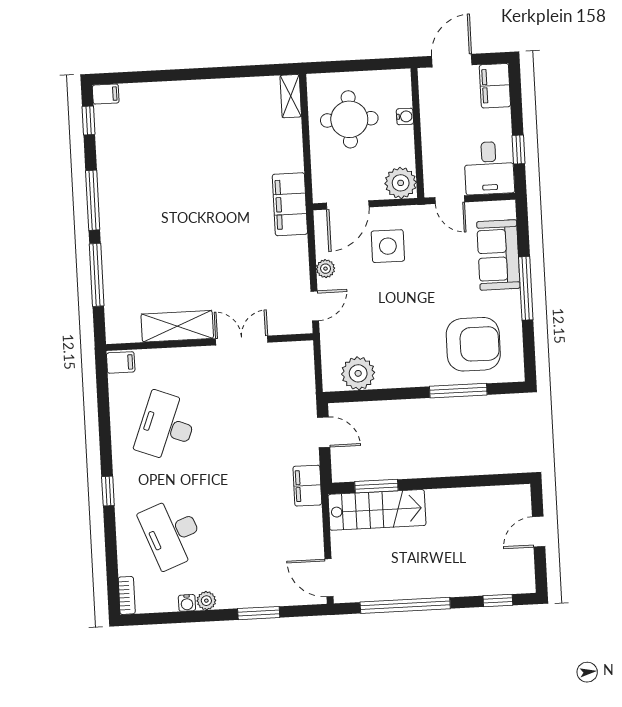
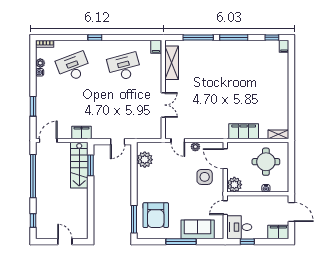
filing cabinet: (290, 204) -> (244, 131), moved
shelving: (177, 326) -> (172, 63), moved
window: (458, 391) -> (134, 219), moved
desk: (166, 427) -> (124, 67), turned -36
filing cabinet: (307, 486) -> (81, 133), moved
plant: (206, 601) -> (40, 63), moved

